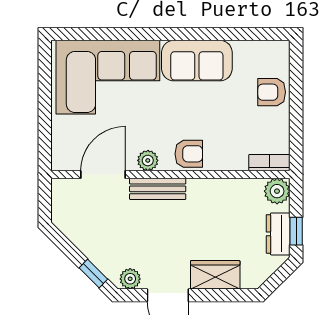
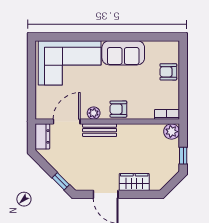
armchair: (189, 154) -> (118, 109), turned 180
dresser: (278, 234) -> (42, 136), moved, turned 180
plant: (130, 279) -> (83, 184), removed

